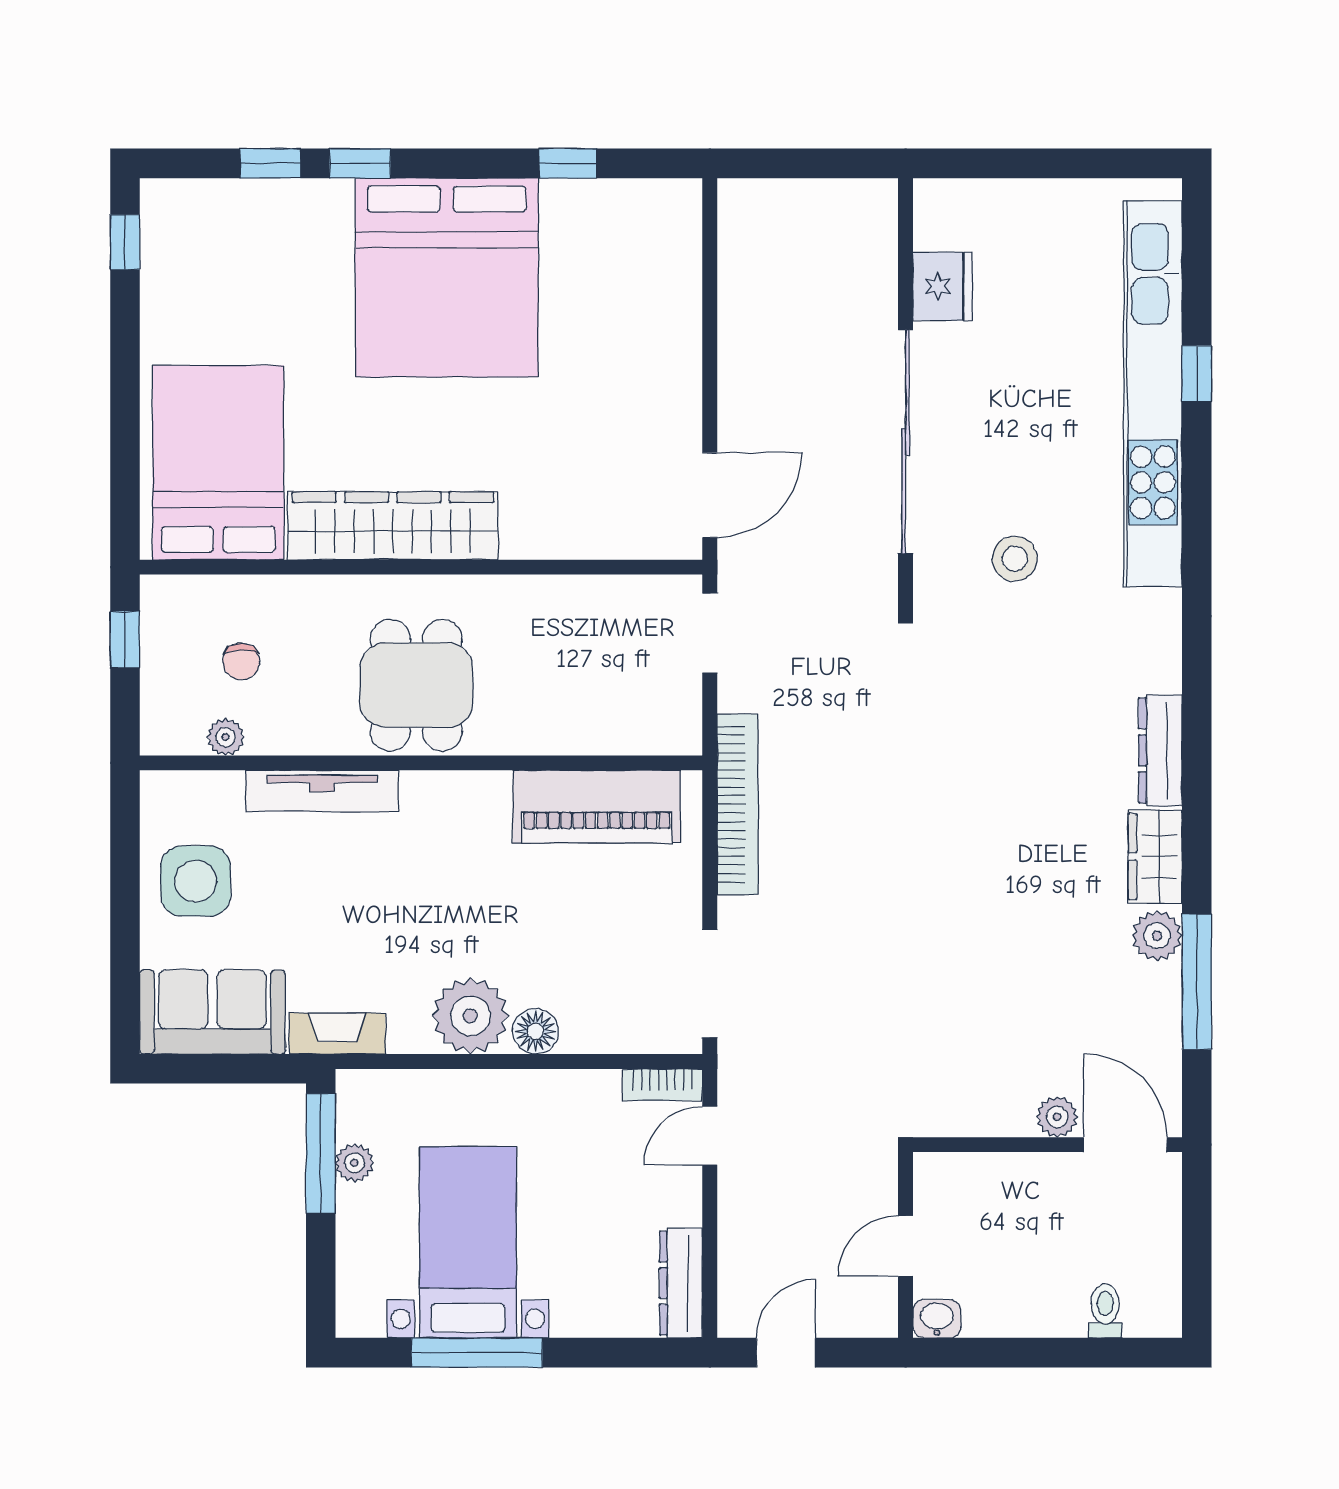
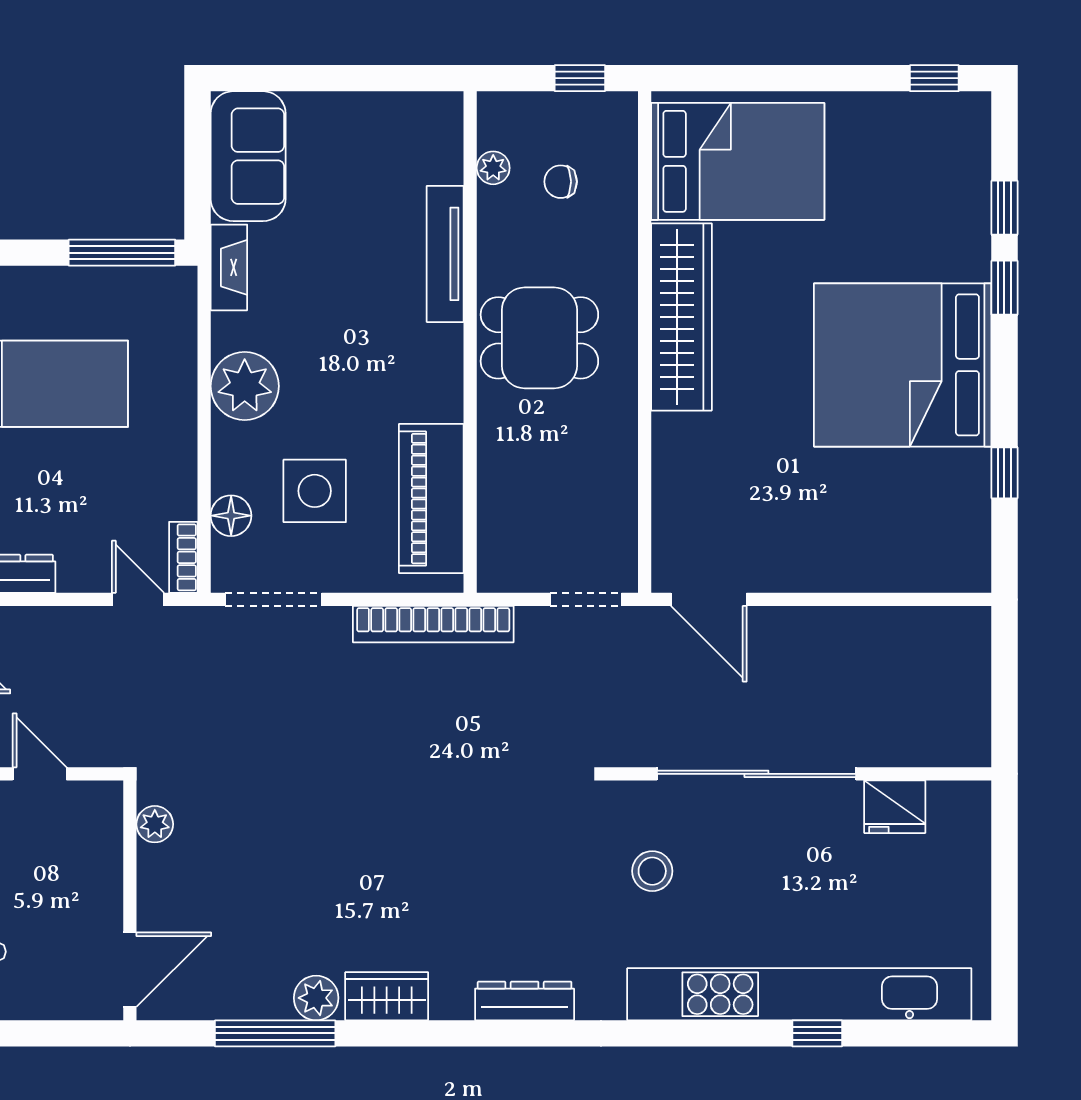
dresser: (1160, 750) -> (525, 1001), moved
side table: (196, 881) -> (315, 491), moved
floor lamp: (535, 1031) -> (231, 516), moved
plant: (1057, 1117) -> (155, 824), moved
plant: (354, 1163) -> (114, 283), removed

